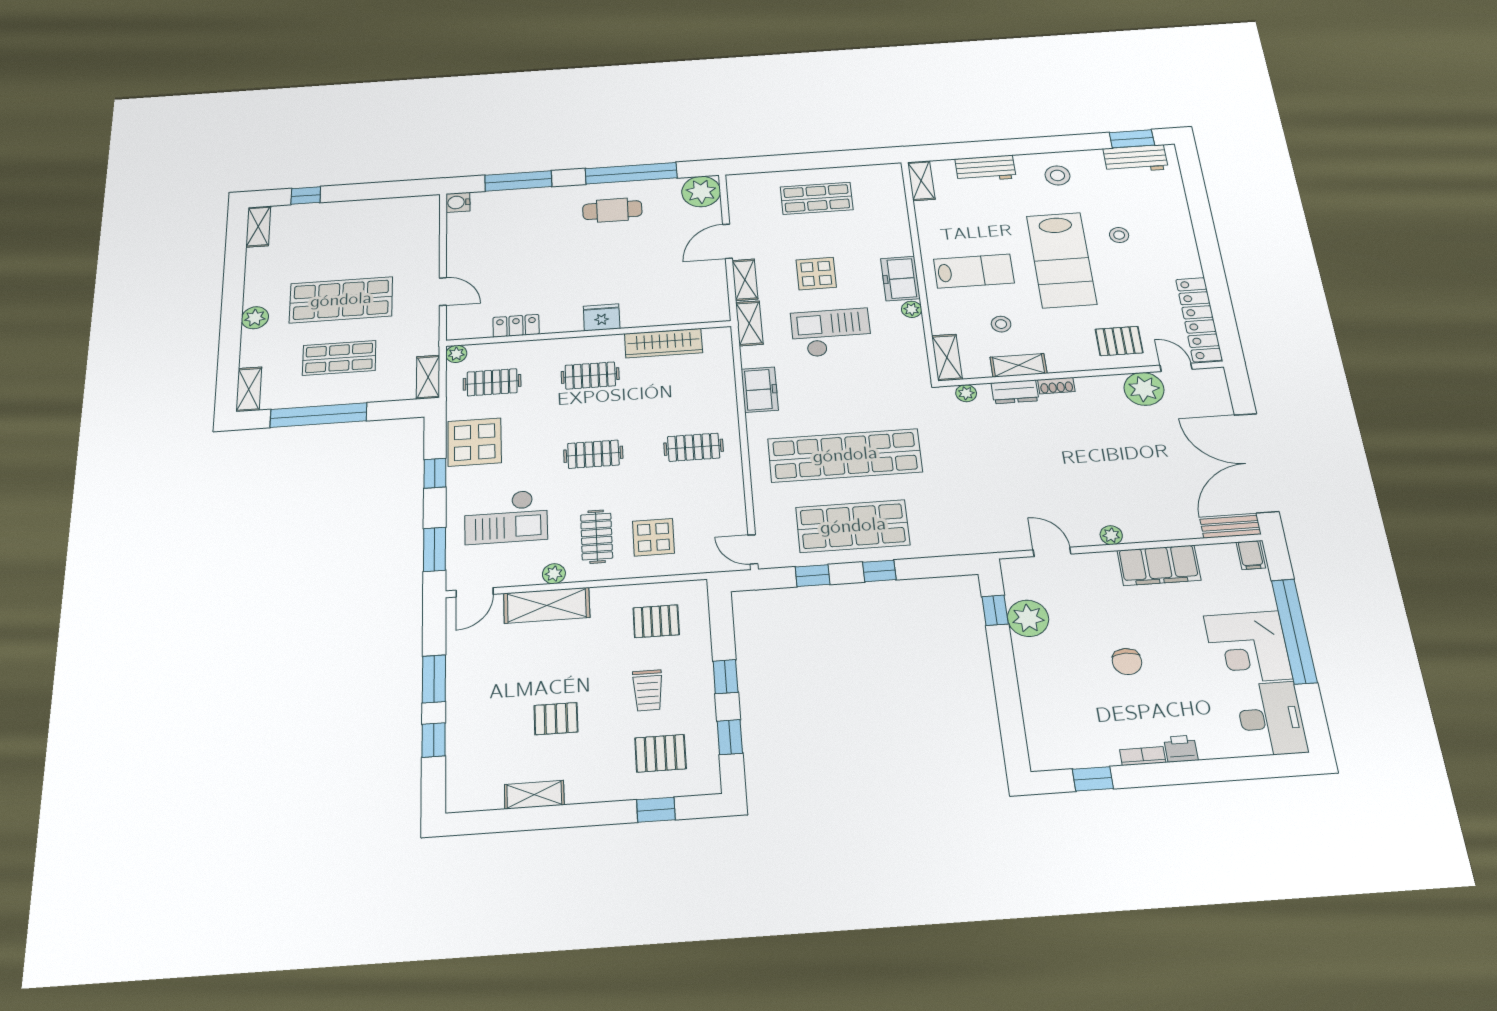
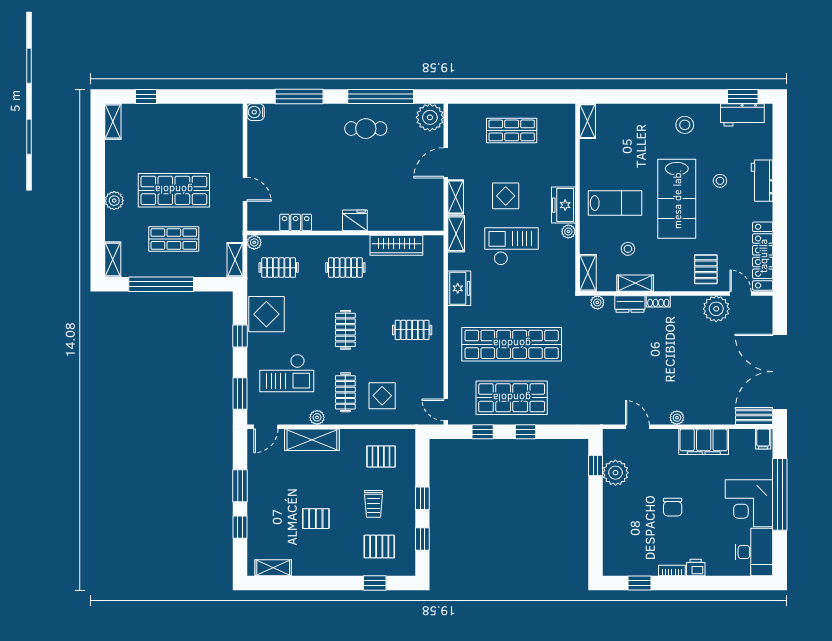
workbench: (985, 169) -> (762, 181), moved, turned 90
pallet: (1119, 341) -> (706, 269), turned 90
clothes rail: (593, 454) -> (345, 330), turned 90
shelving: (534, 795) -> (273, 568), moved

